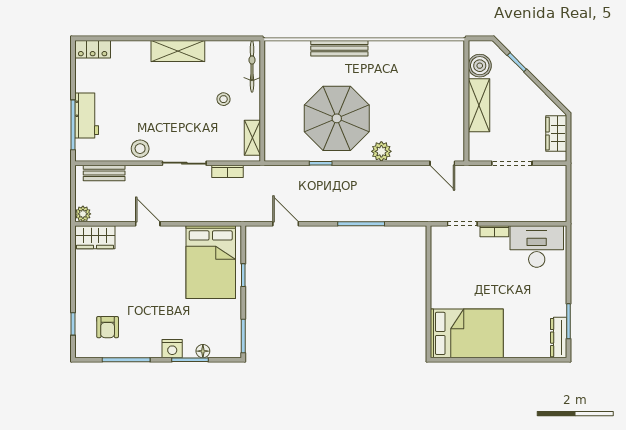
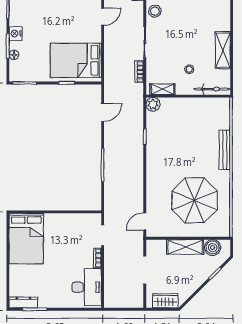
shelving: (178, 51) -> (223, 50), moved
parasol: (337, 118) -> (195, 200), moved
plant: (381, 151) -> (153, 104), moved

